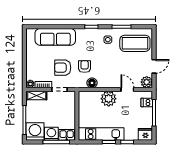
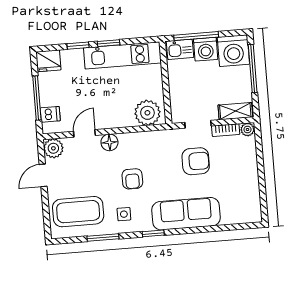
sofa: (55, 37) -> (186, 214), moved
armchair: (85, 67) -> (132, 179), moved
floor lamp: (92, 83) -> (109, 142), moved
door: (127, 90) -> (84, 133), swing flipped
plant: (109, 99) -> (147, 113), moved

